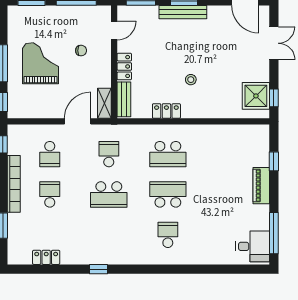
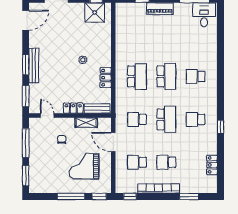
grand piano: (40, 63) -> (84, 166), moved
shelving: (104, 103) -> (86, 123), moved
school desk: (50, 154) -> (137, 162), turned 180
school desk: (168, 194) -> (166, 76), turned 180
school desk: (109, 235) -> (196, 119), added

